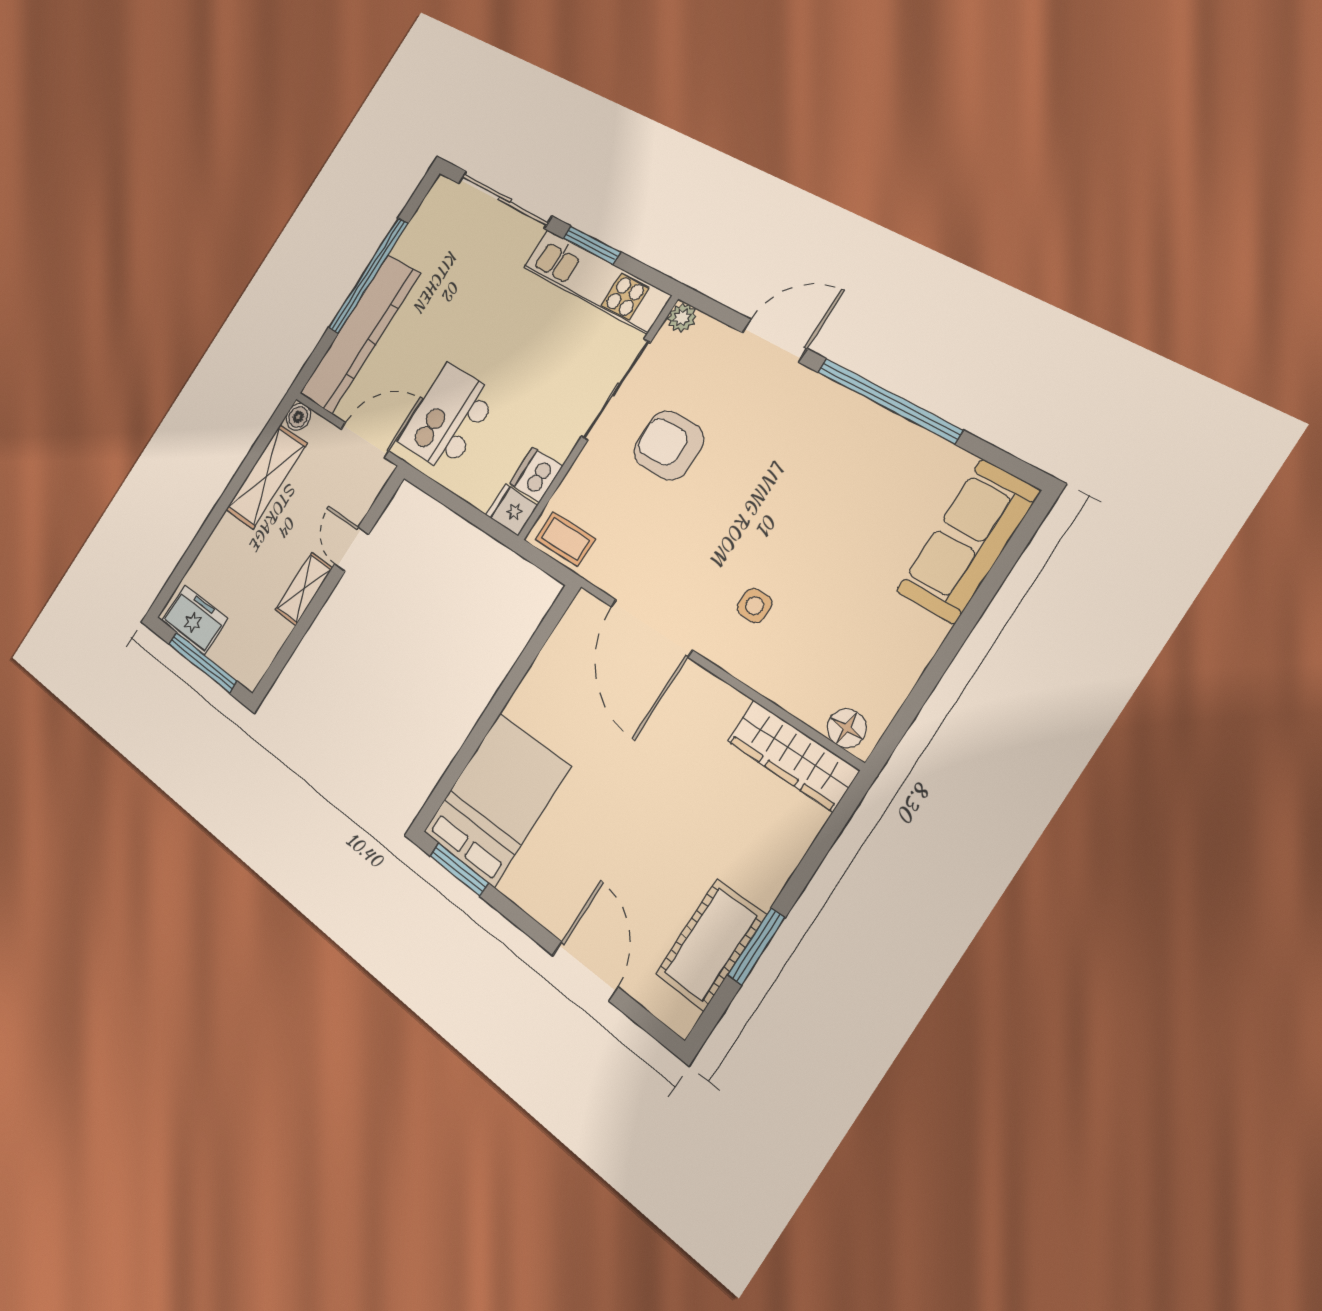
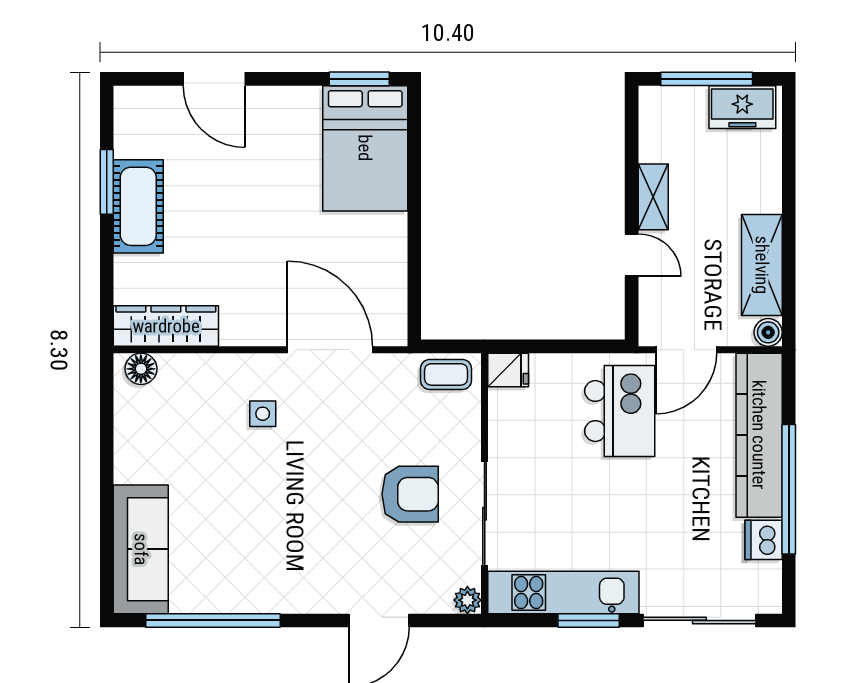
window: (889, 401) -> (213, 620), moved
dishwasher: (536, 475) -> (764, 540), moved, turned 180
cot: (711, 944) -> (138, 206), moved

